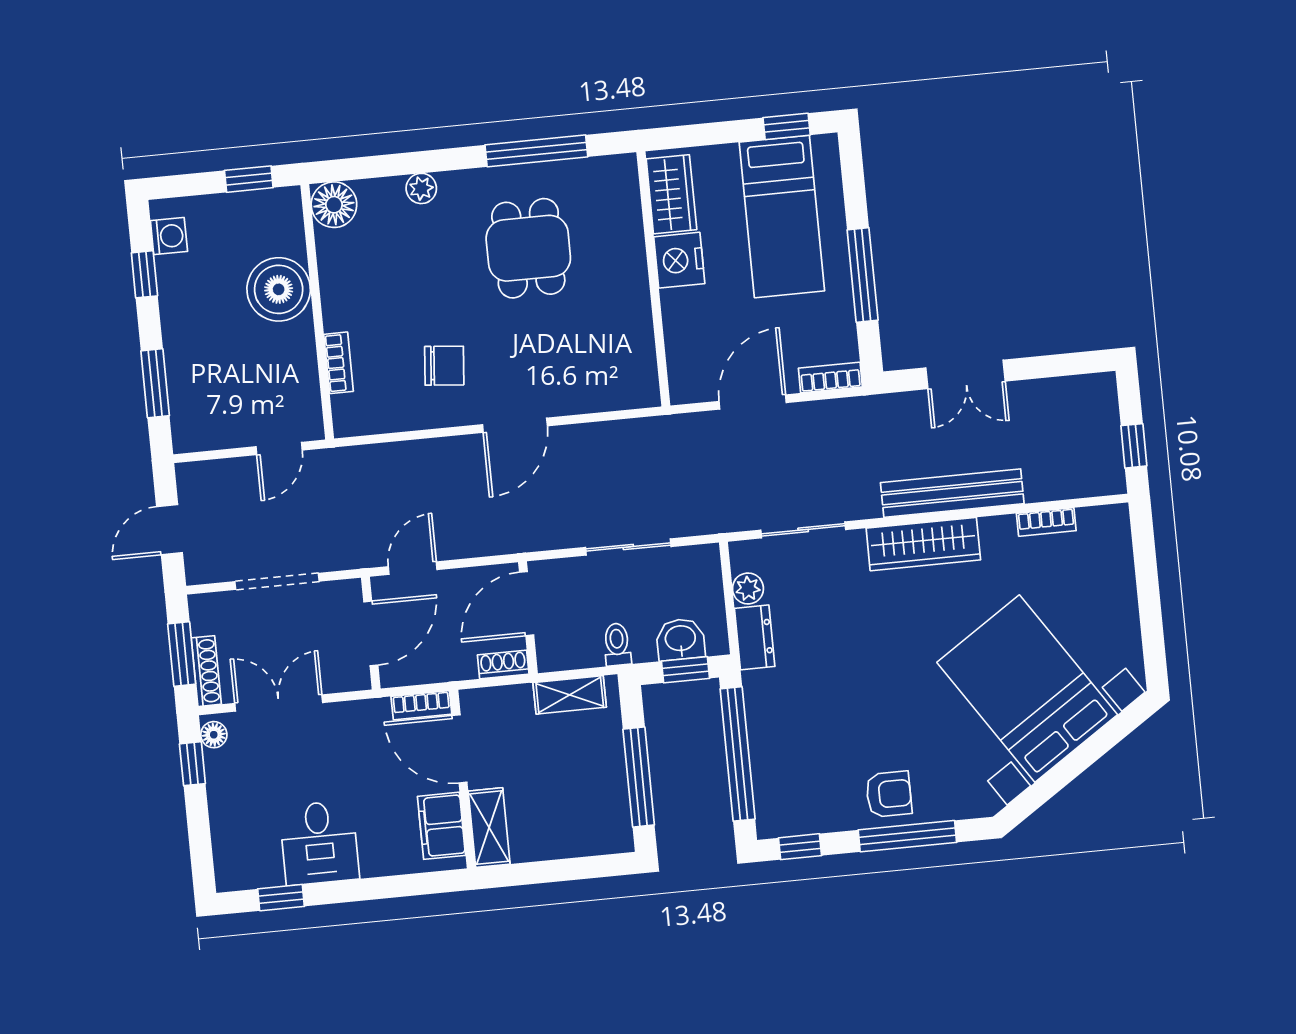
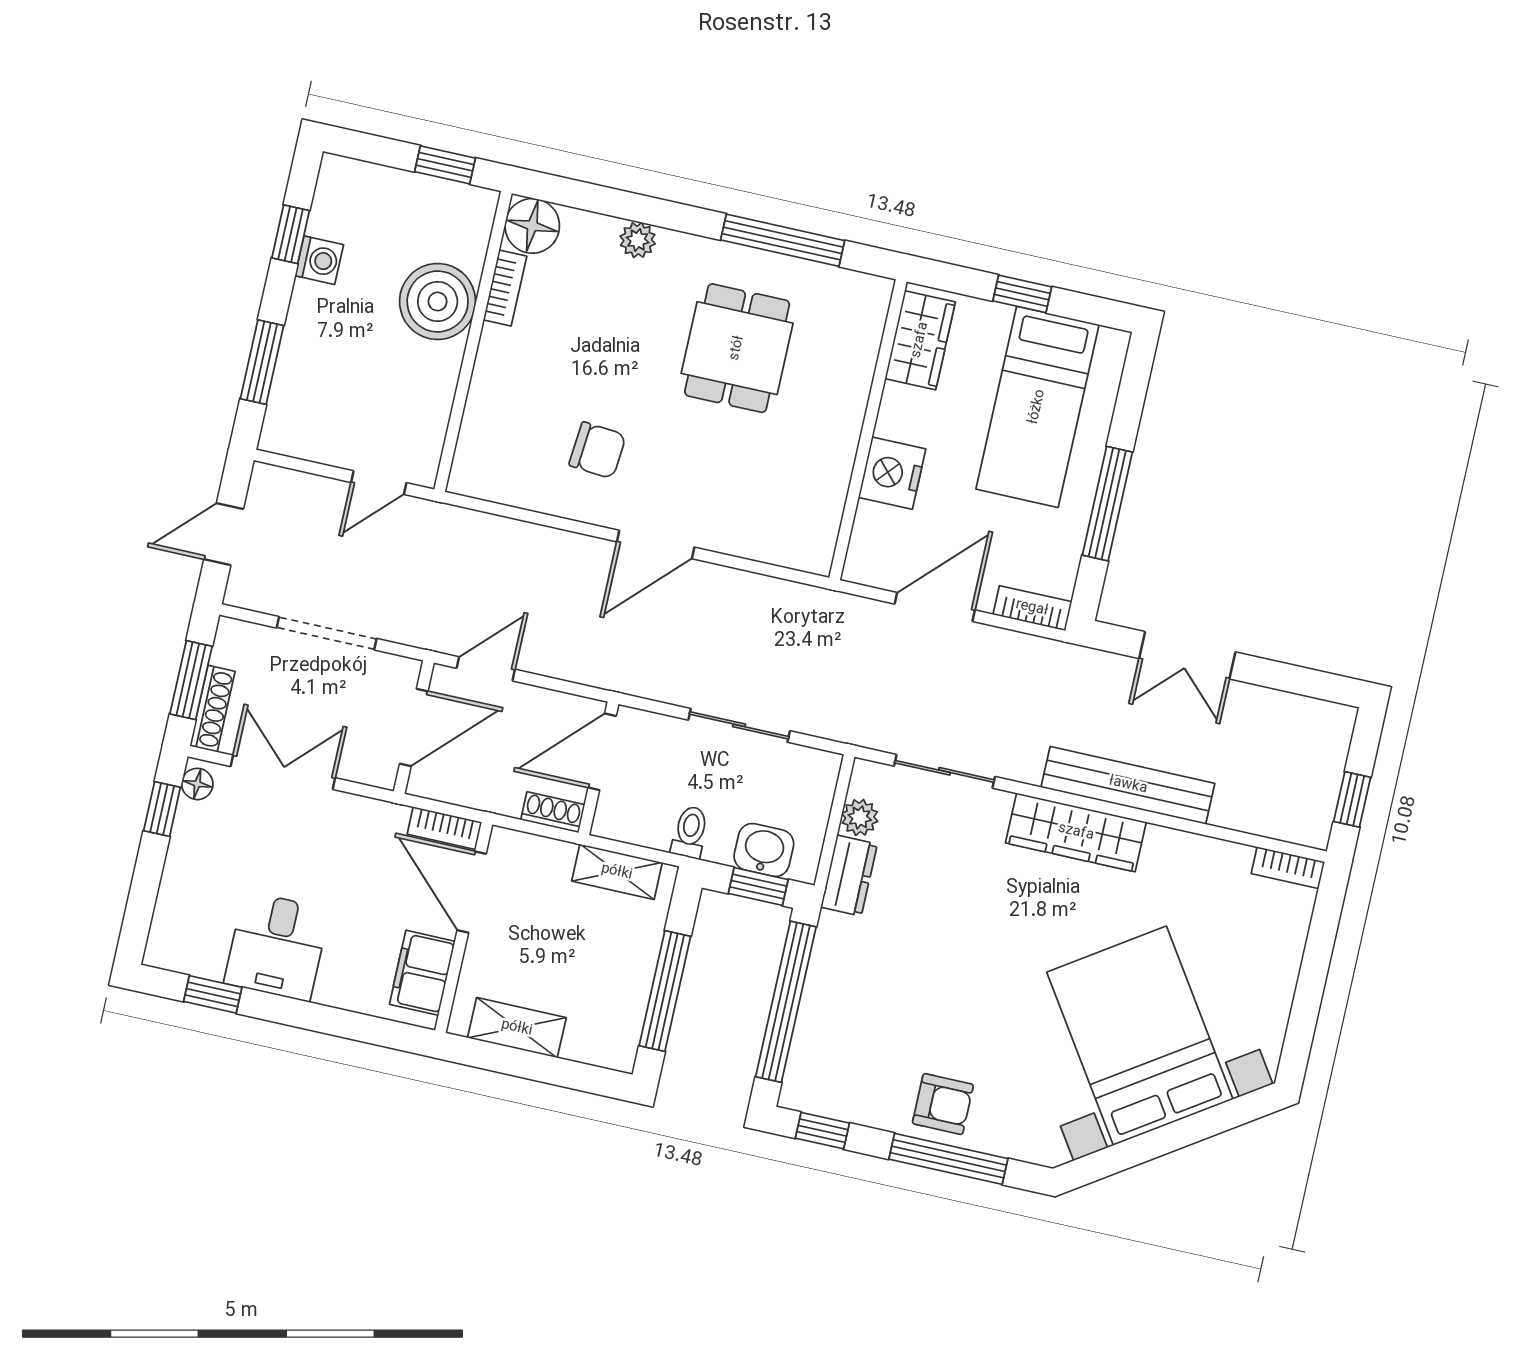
window: (787, 126) -> (1022, 294), moved
washing machine: (169, 236) -> (319, 260), moved
nightstand: (679, 260) -> (892, 473), moved
bookcase: (339, 363) -> (505, 288), moved
bookcase: (1046, 522) -> (1288, 868), moved
shelving: (489, 828) -> (517, 1028), moved, turned 90

